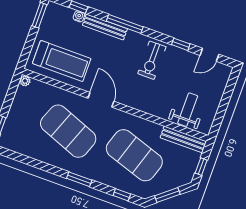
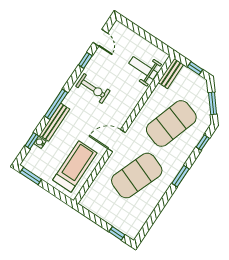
plant: (25, 81) -> (84, 202), removed
bench: (183, 139) -> (171, 73), width x0.73

